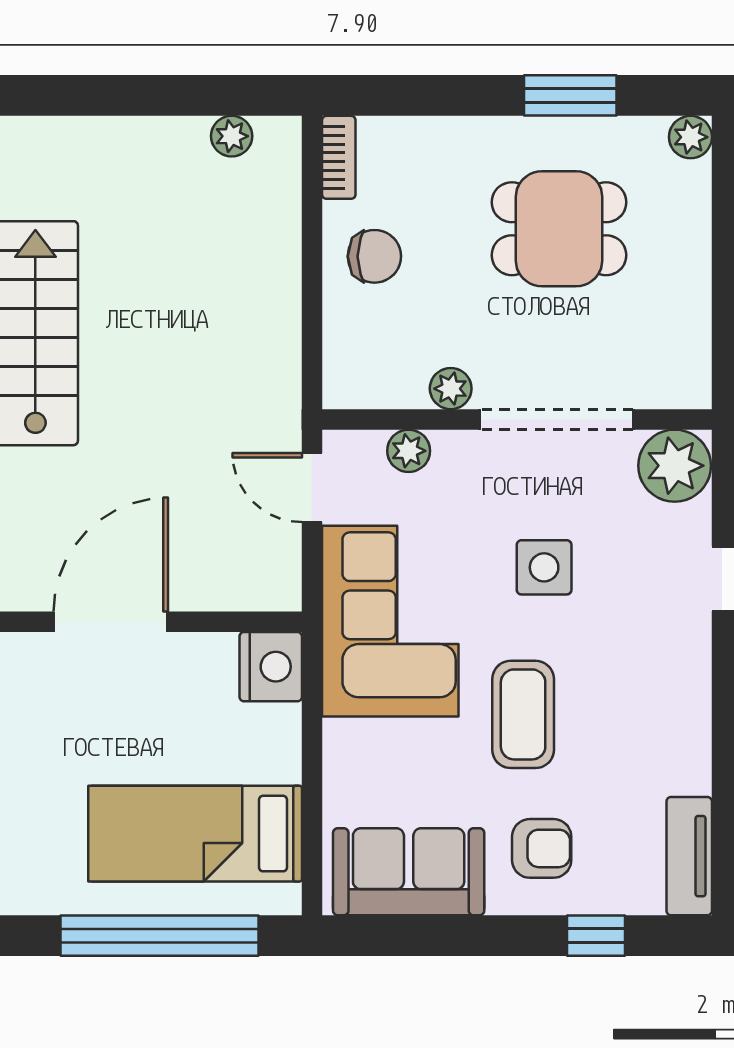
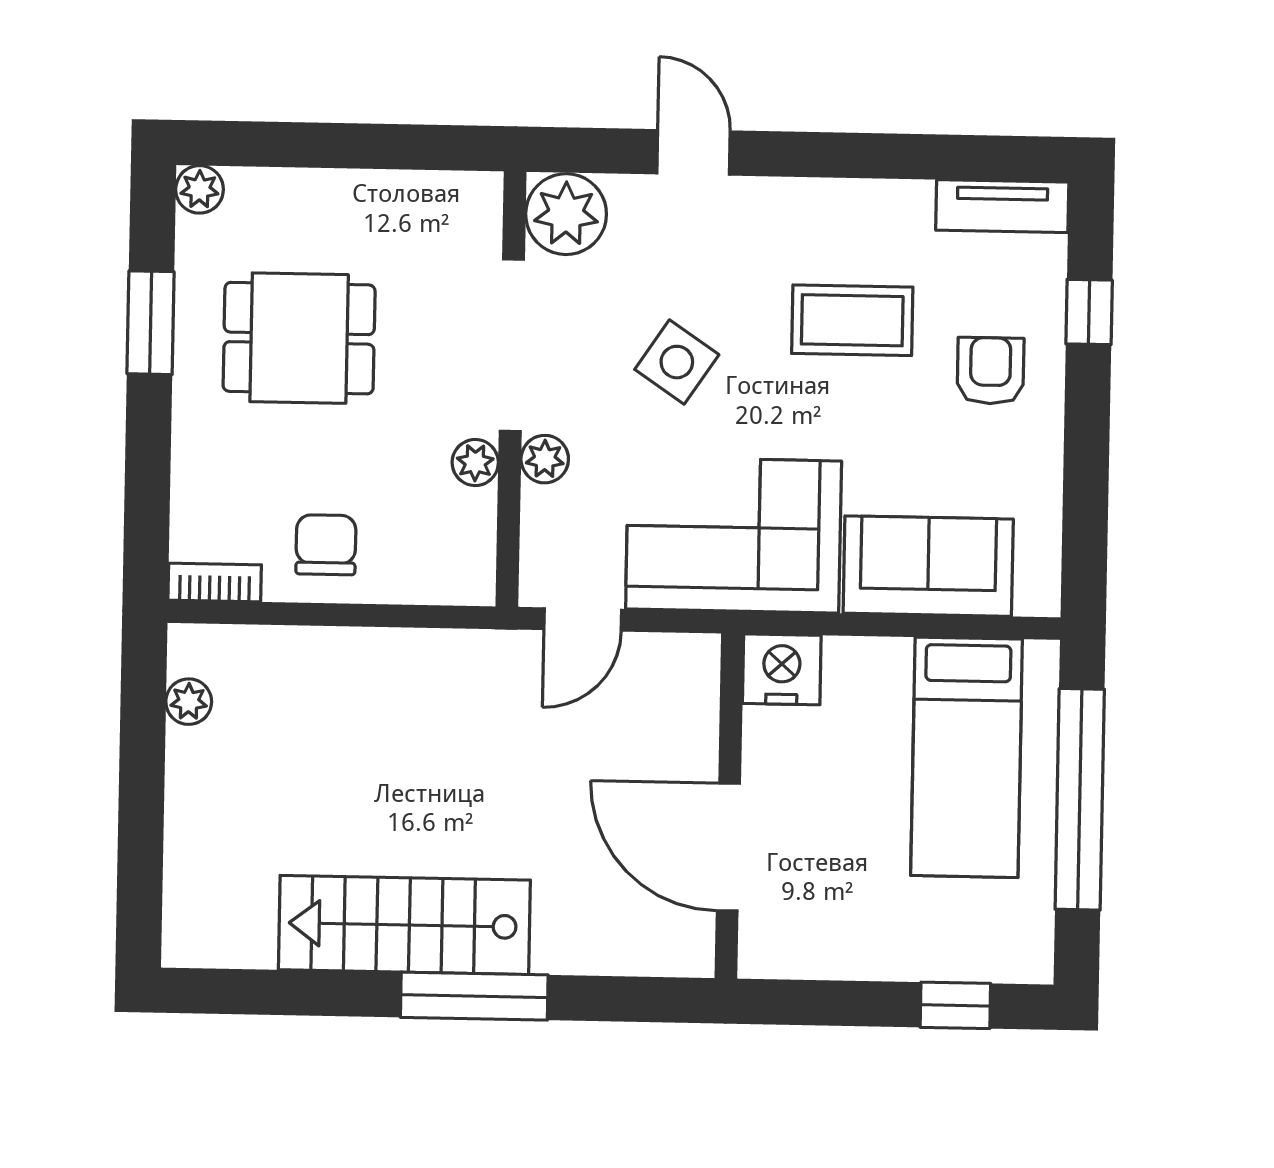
dining table: (559, 229) -> (299, 338), turned 90
plant: (409, 451) -> (545, 459), moved
side table: (544, 567) -> (677, 362), turned 34
coffee table: (523, 714) -> (852, 320), moved
sofa: (409, 872) -> (928, 566), moved, turned 90

